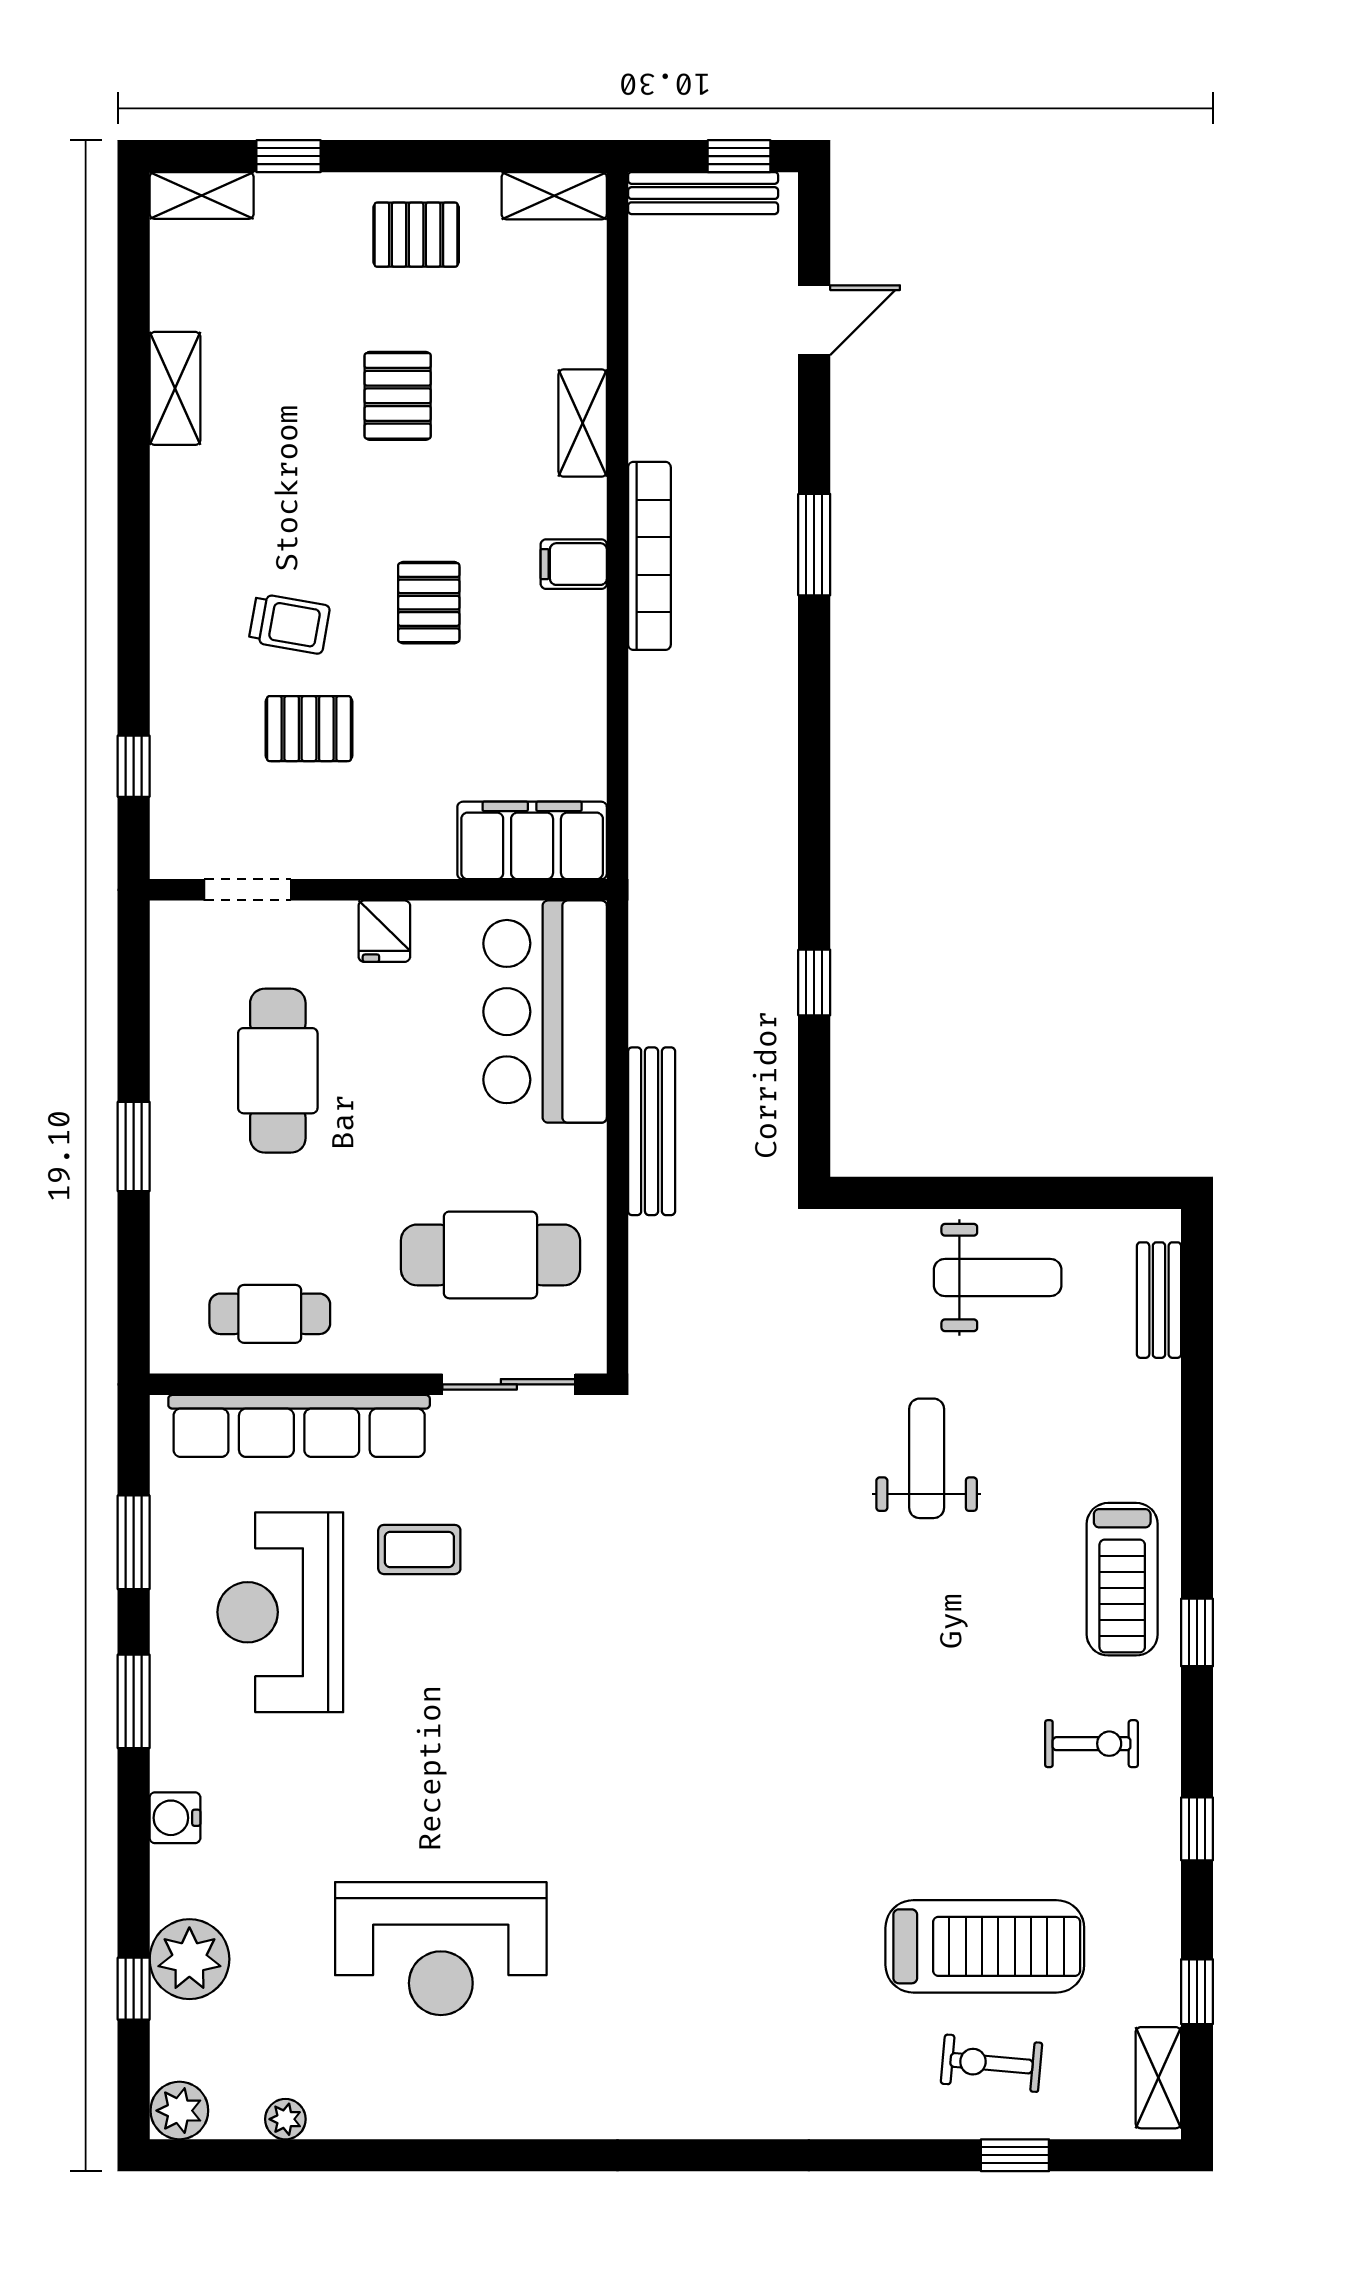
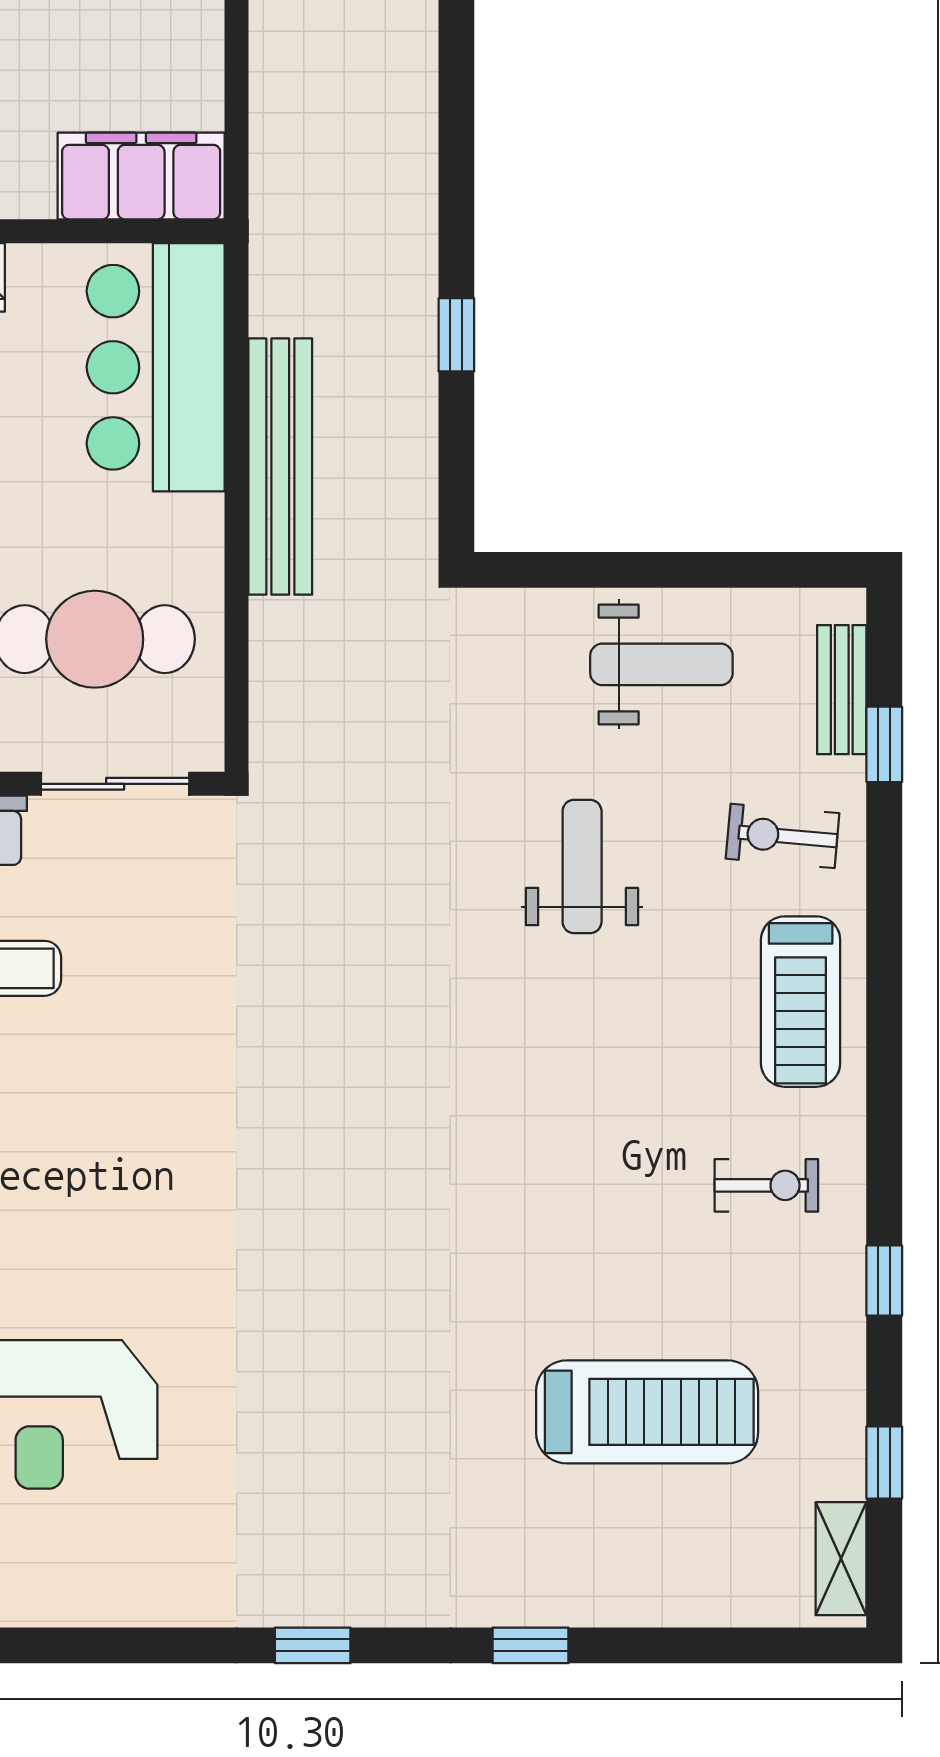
bench: (652, 1131) -> (280, 467), width x1.37, depth x1.21
window: (1197, 1632) -> (884, 744), moved
exercise bike: (991, 2063) -> (783, 836), moved
window: (685, 2155) -> (313, 1645), added
window: (1015, 2155) -> (531, 1645), moved

